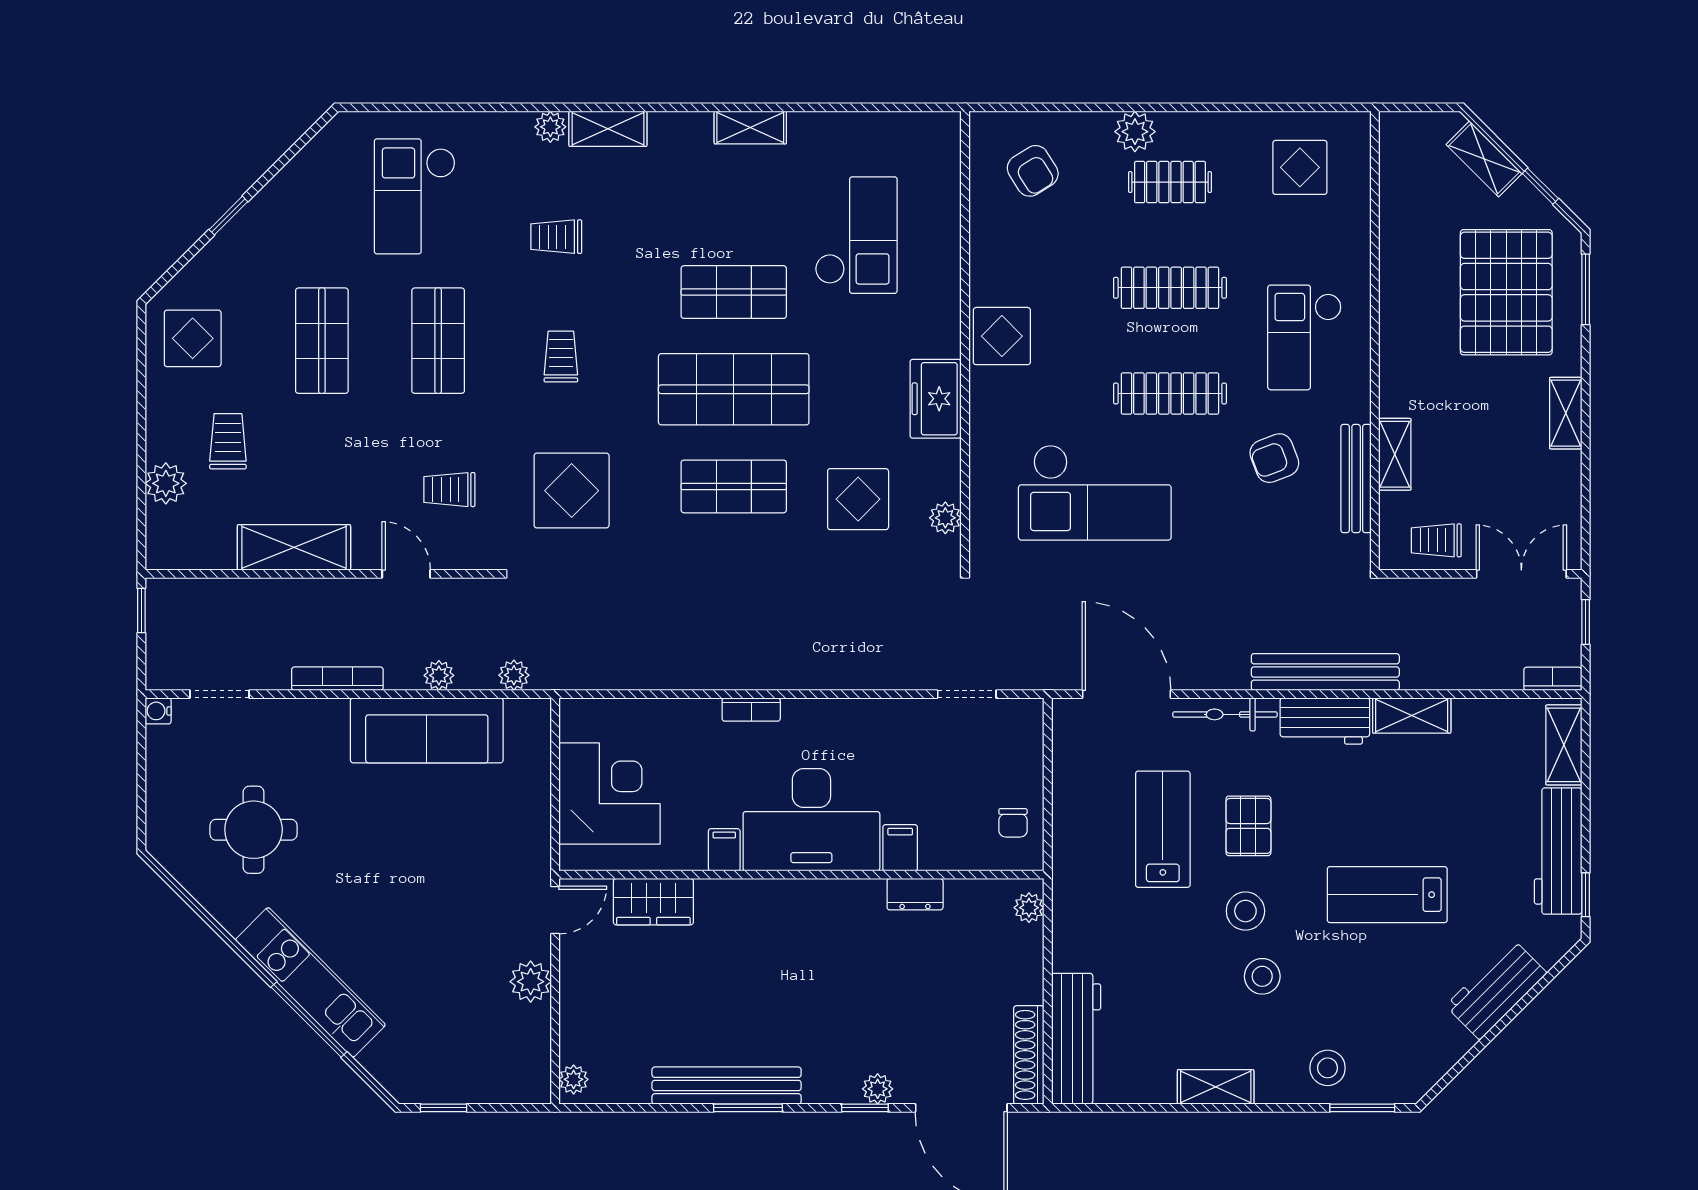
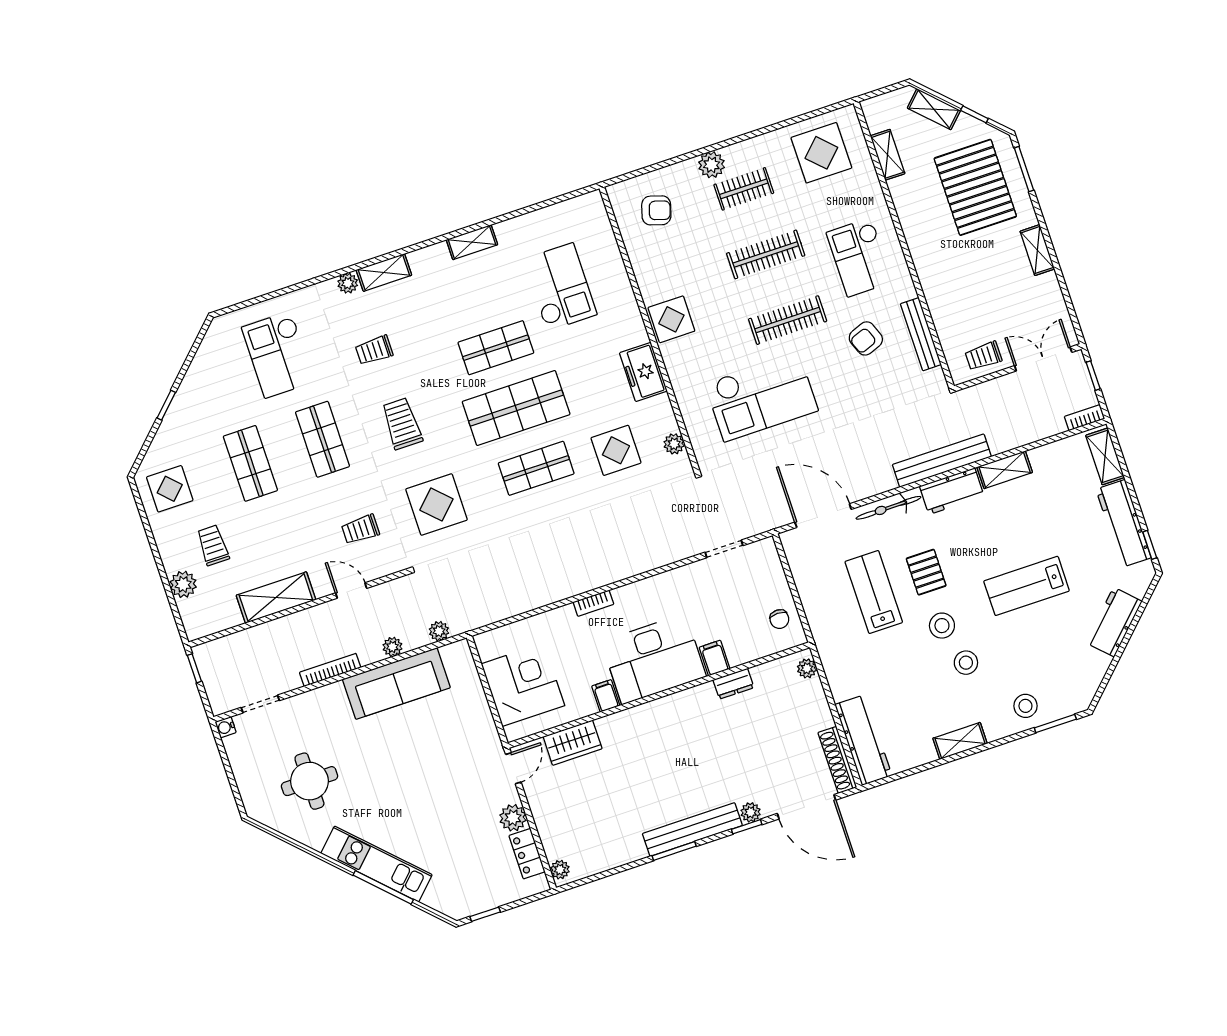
display table: (1300, 167) -> (821, 153), width x1.36, depth x1.36
armchair: (1033, 171) -> (656, 210), turned -41
trolley: (561, 357) -> (402, 424), width x1.36, depth x1.39
shelving: (1395, 454) -> (888, 155), moved
locker: (534, 1040) -> (527, 854), added
bench: (727, 1086) -> (692, 830), moved

